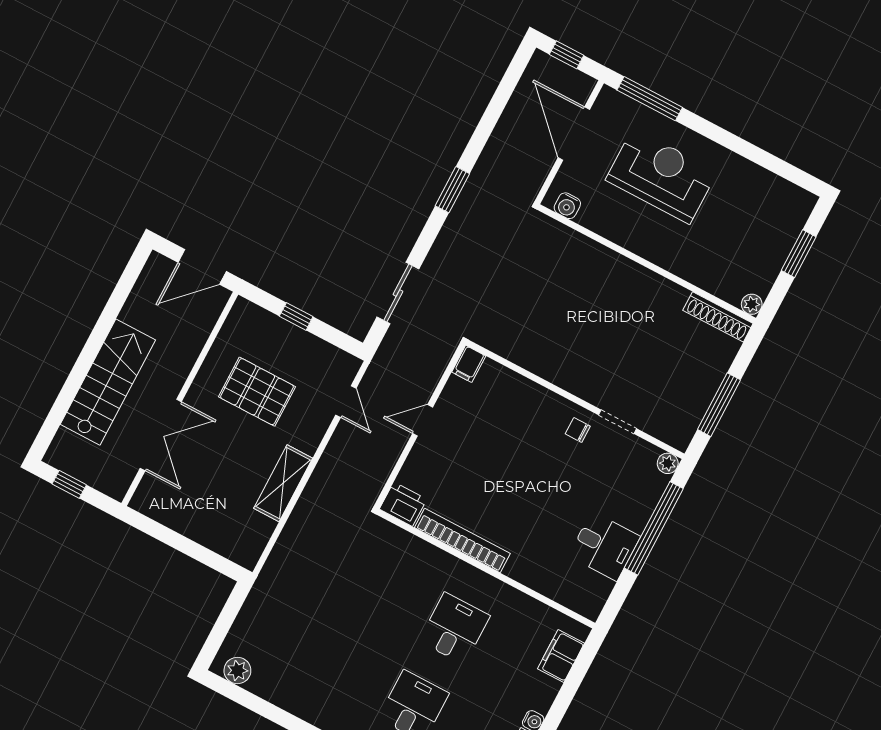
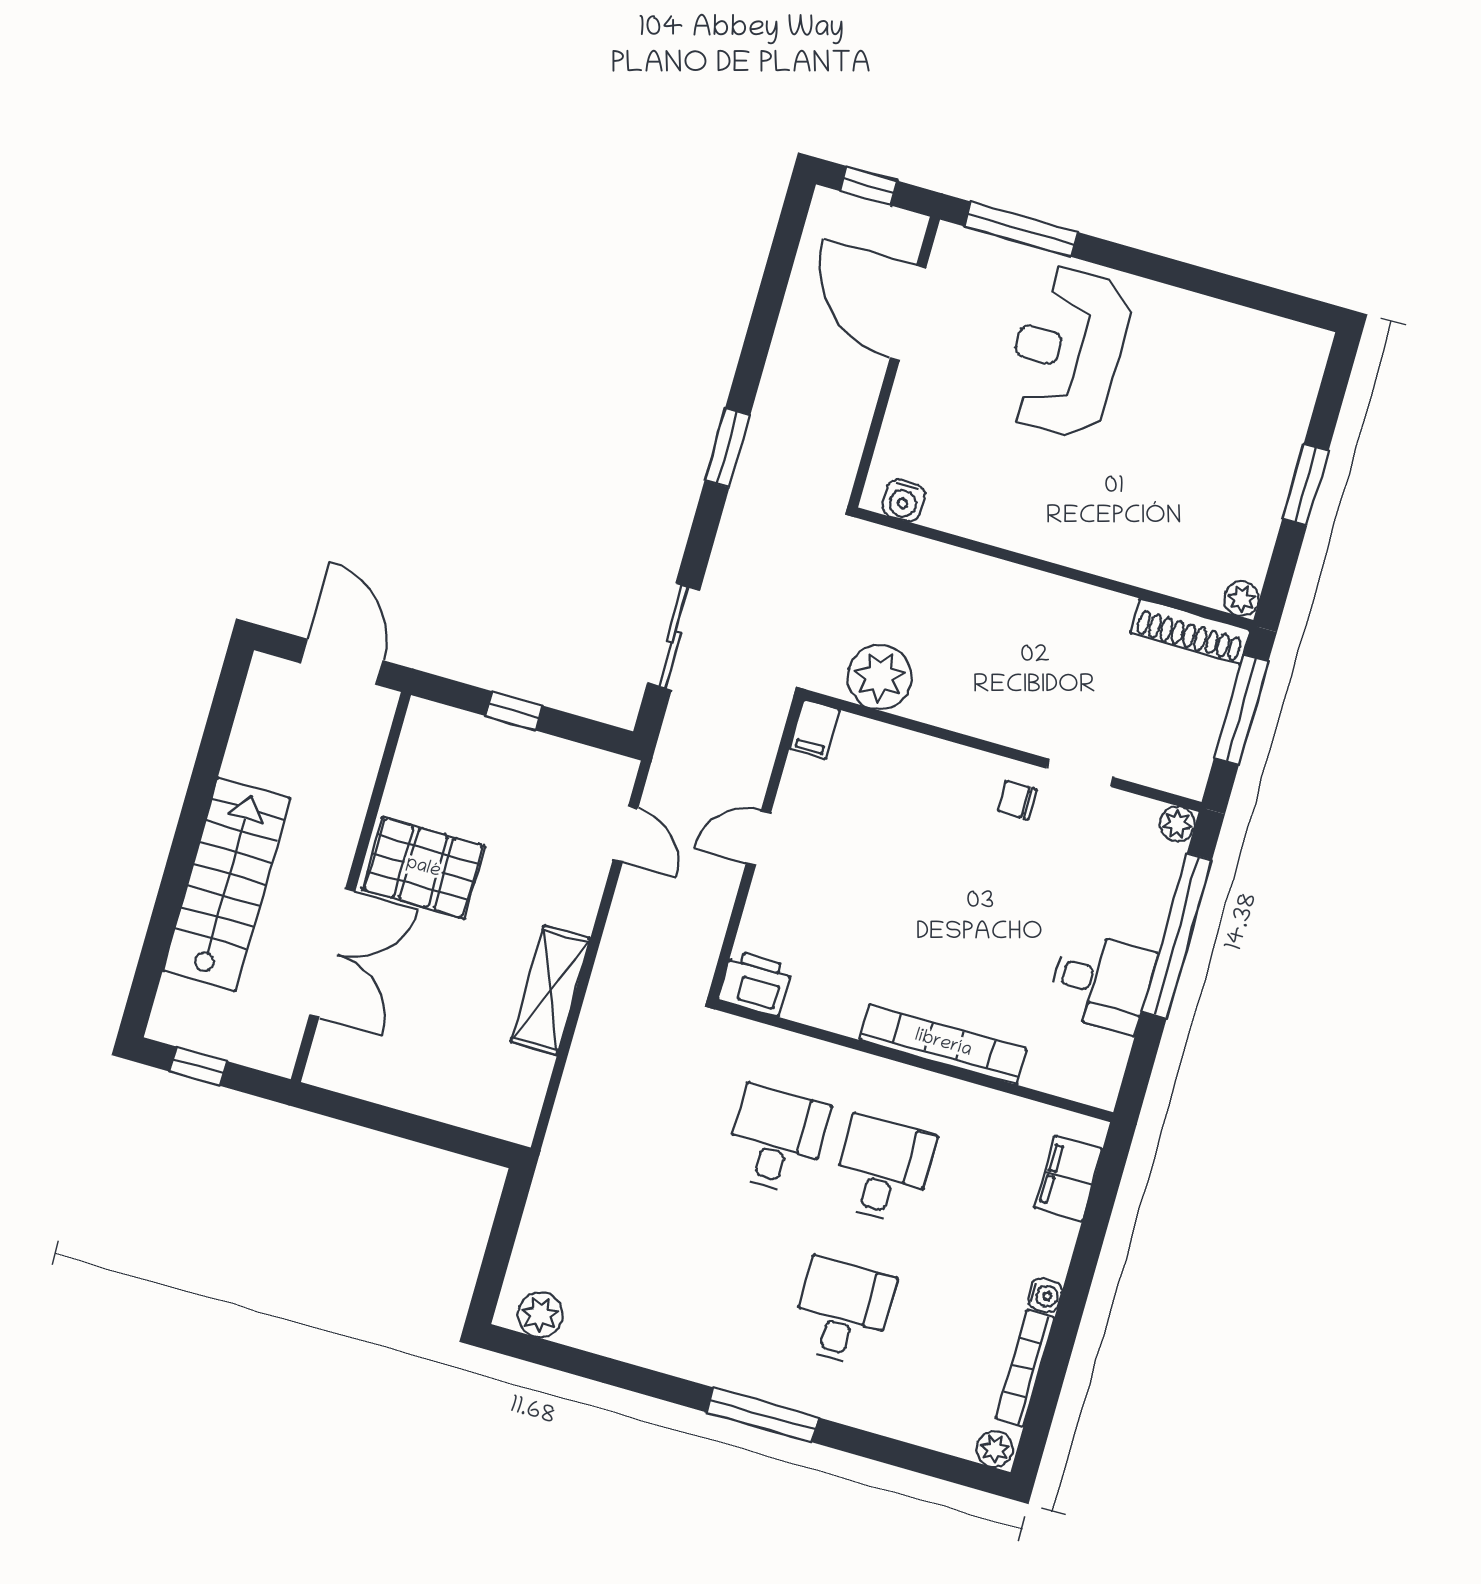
reception desk: (661, 176) -> (1067, 353), turned -90
water cooler: (567, 206) -> (904, 500), moved
window: (799, 254) -> (1305, 485), moved
wall: (647, 264) -> (1054, 569), moved
door: (202, 267) -> (342, 662), swing flipped
plant: (752, 304) -> (1242, 599), moved
shoe rack: (718, 317) -> (1190, 631), moved
plant: (513, 342) -> (880, 677), added
pallet: (257, 392) -> (423, 868), moved
bookcase: (462, 541) -> (943, 1044), moved
desk: (396, 598) -> (777, 1140), added

